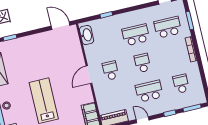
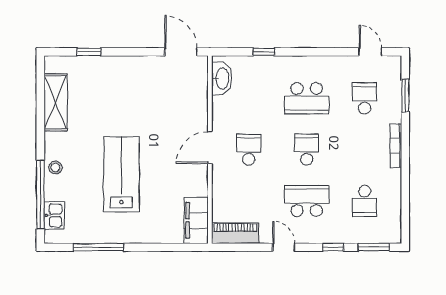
school desk: (168, 27) -> (365, 98), width x0.54
school desk: (136, 35) -> (307, 98), turned 180
school desk: (181, 84) -> (365, 201), turned 180

